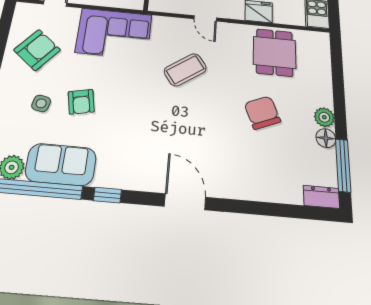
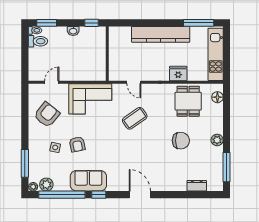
door: (205, 18) -> (134, 82), moved
chair: (262, 113) -> (181, 141), turned 112
floor lamp: (326, 138) -> (217, 97), moved
sofa: (61, 165) -> (88, 181), moved
dresser: (321, 197) -> (197, 186), moved

